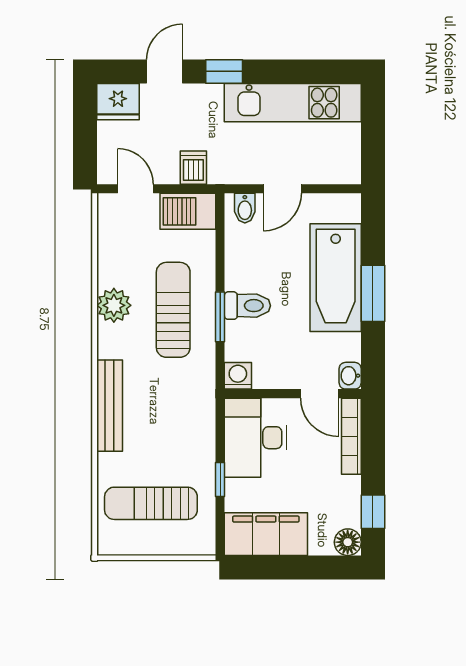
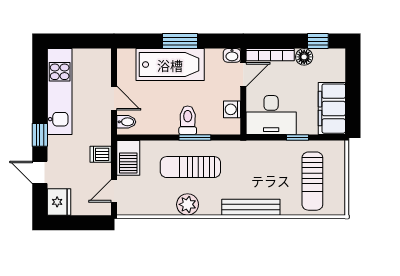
washing machine: (238, 376) -> (232, 109), moved
floor lamp: (348, 542) -> (304, 57), moved

